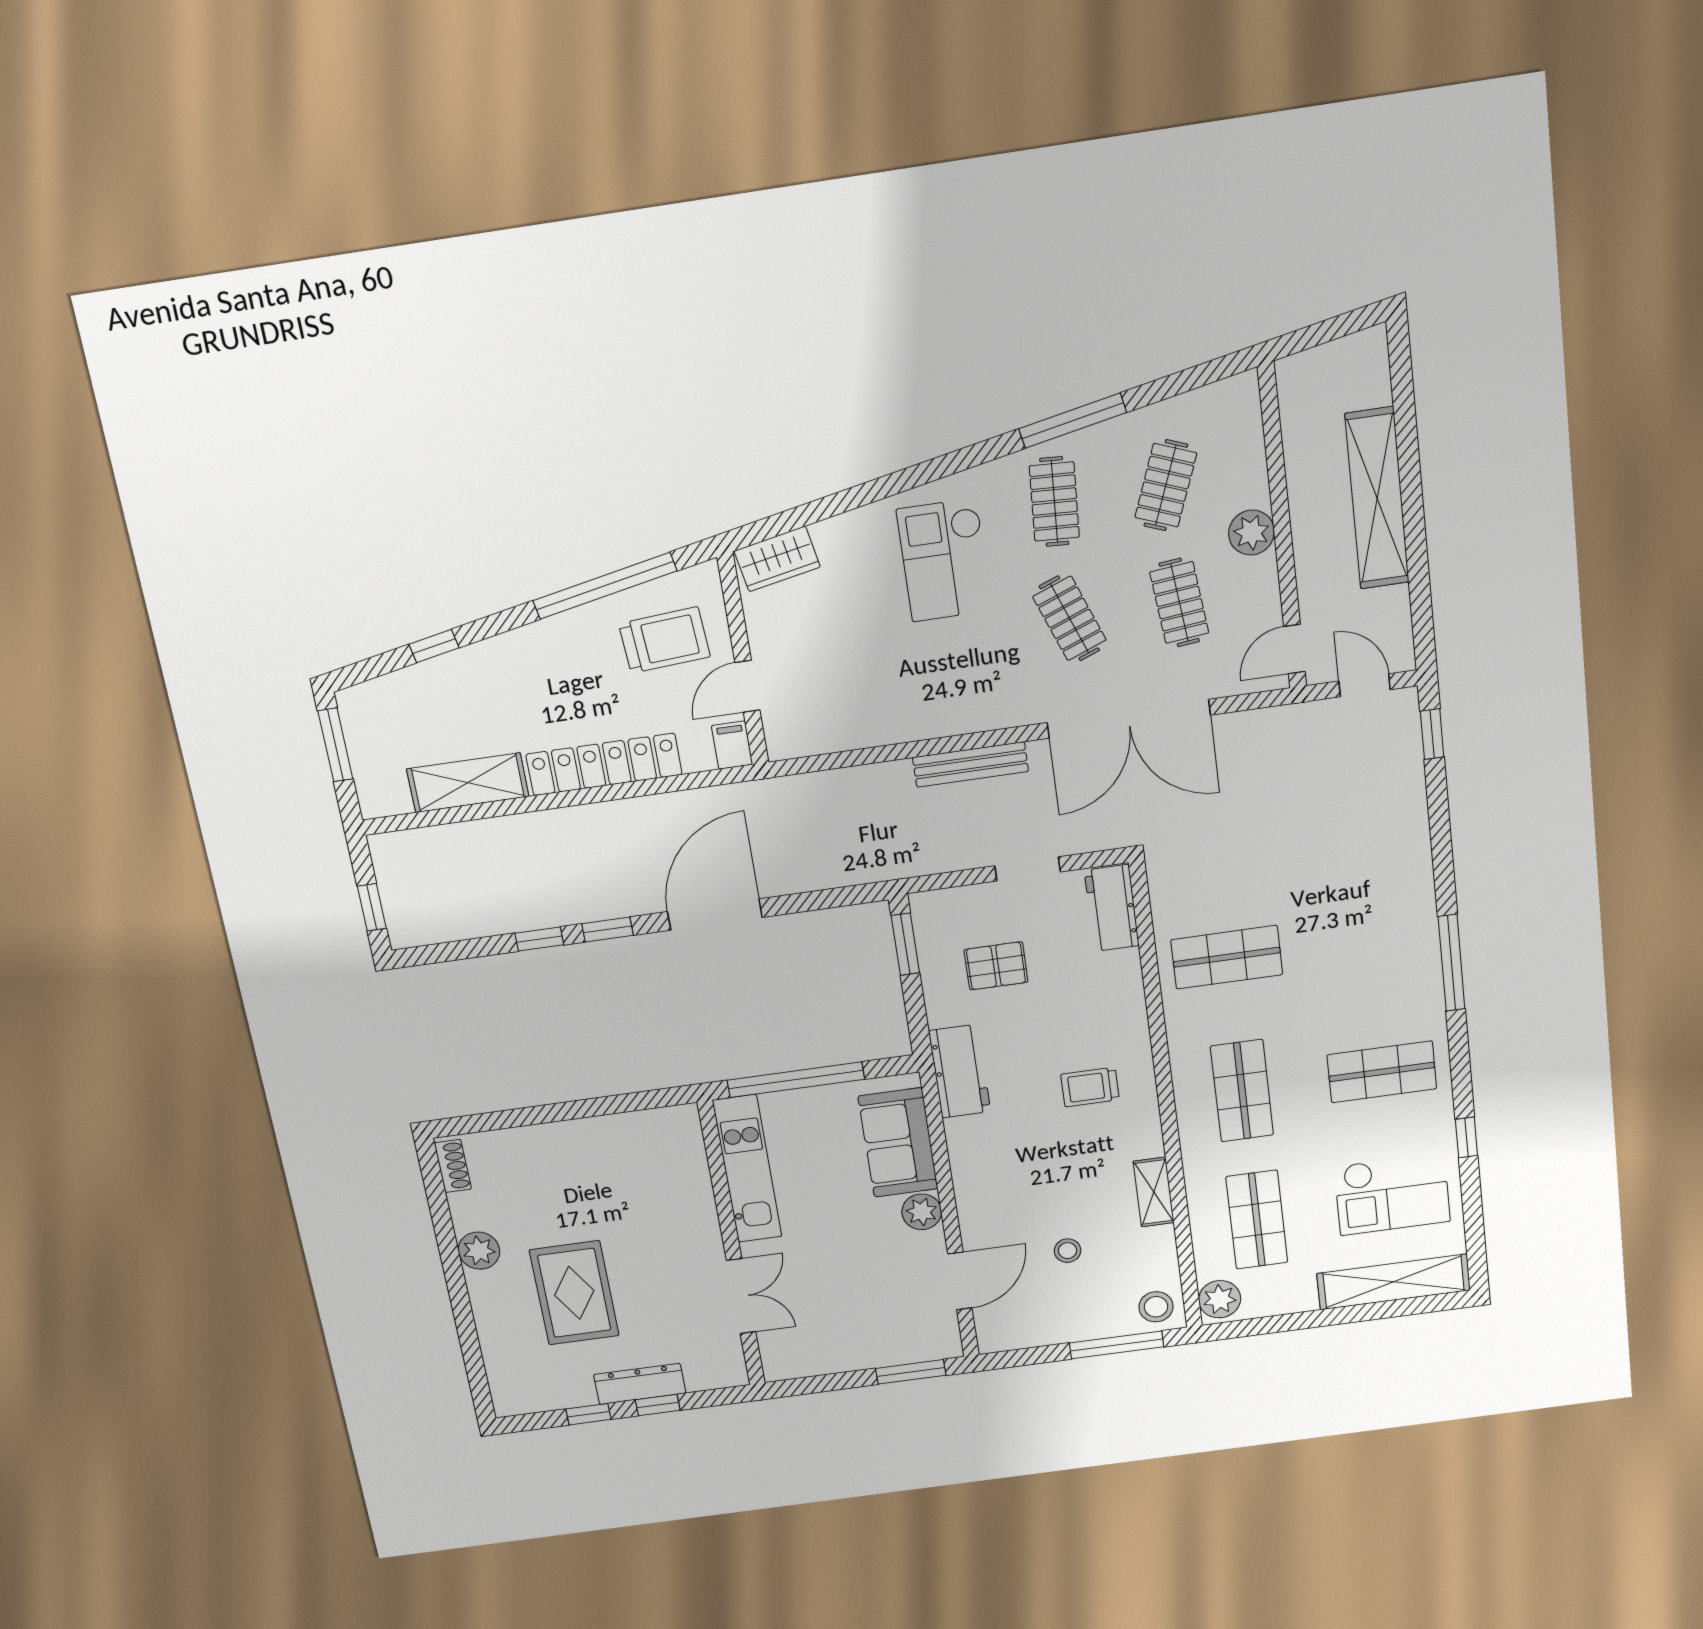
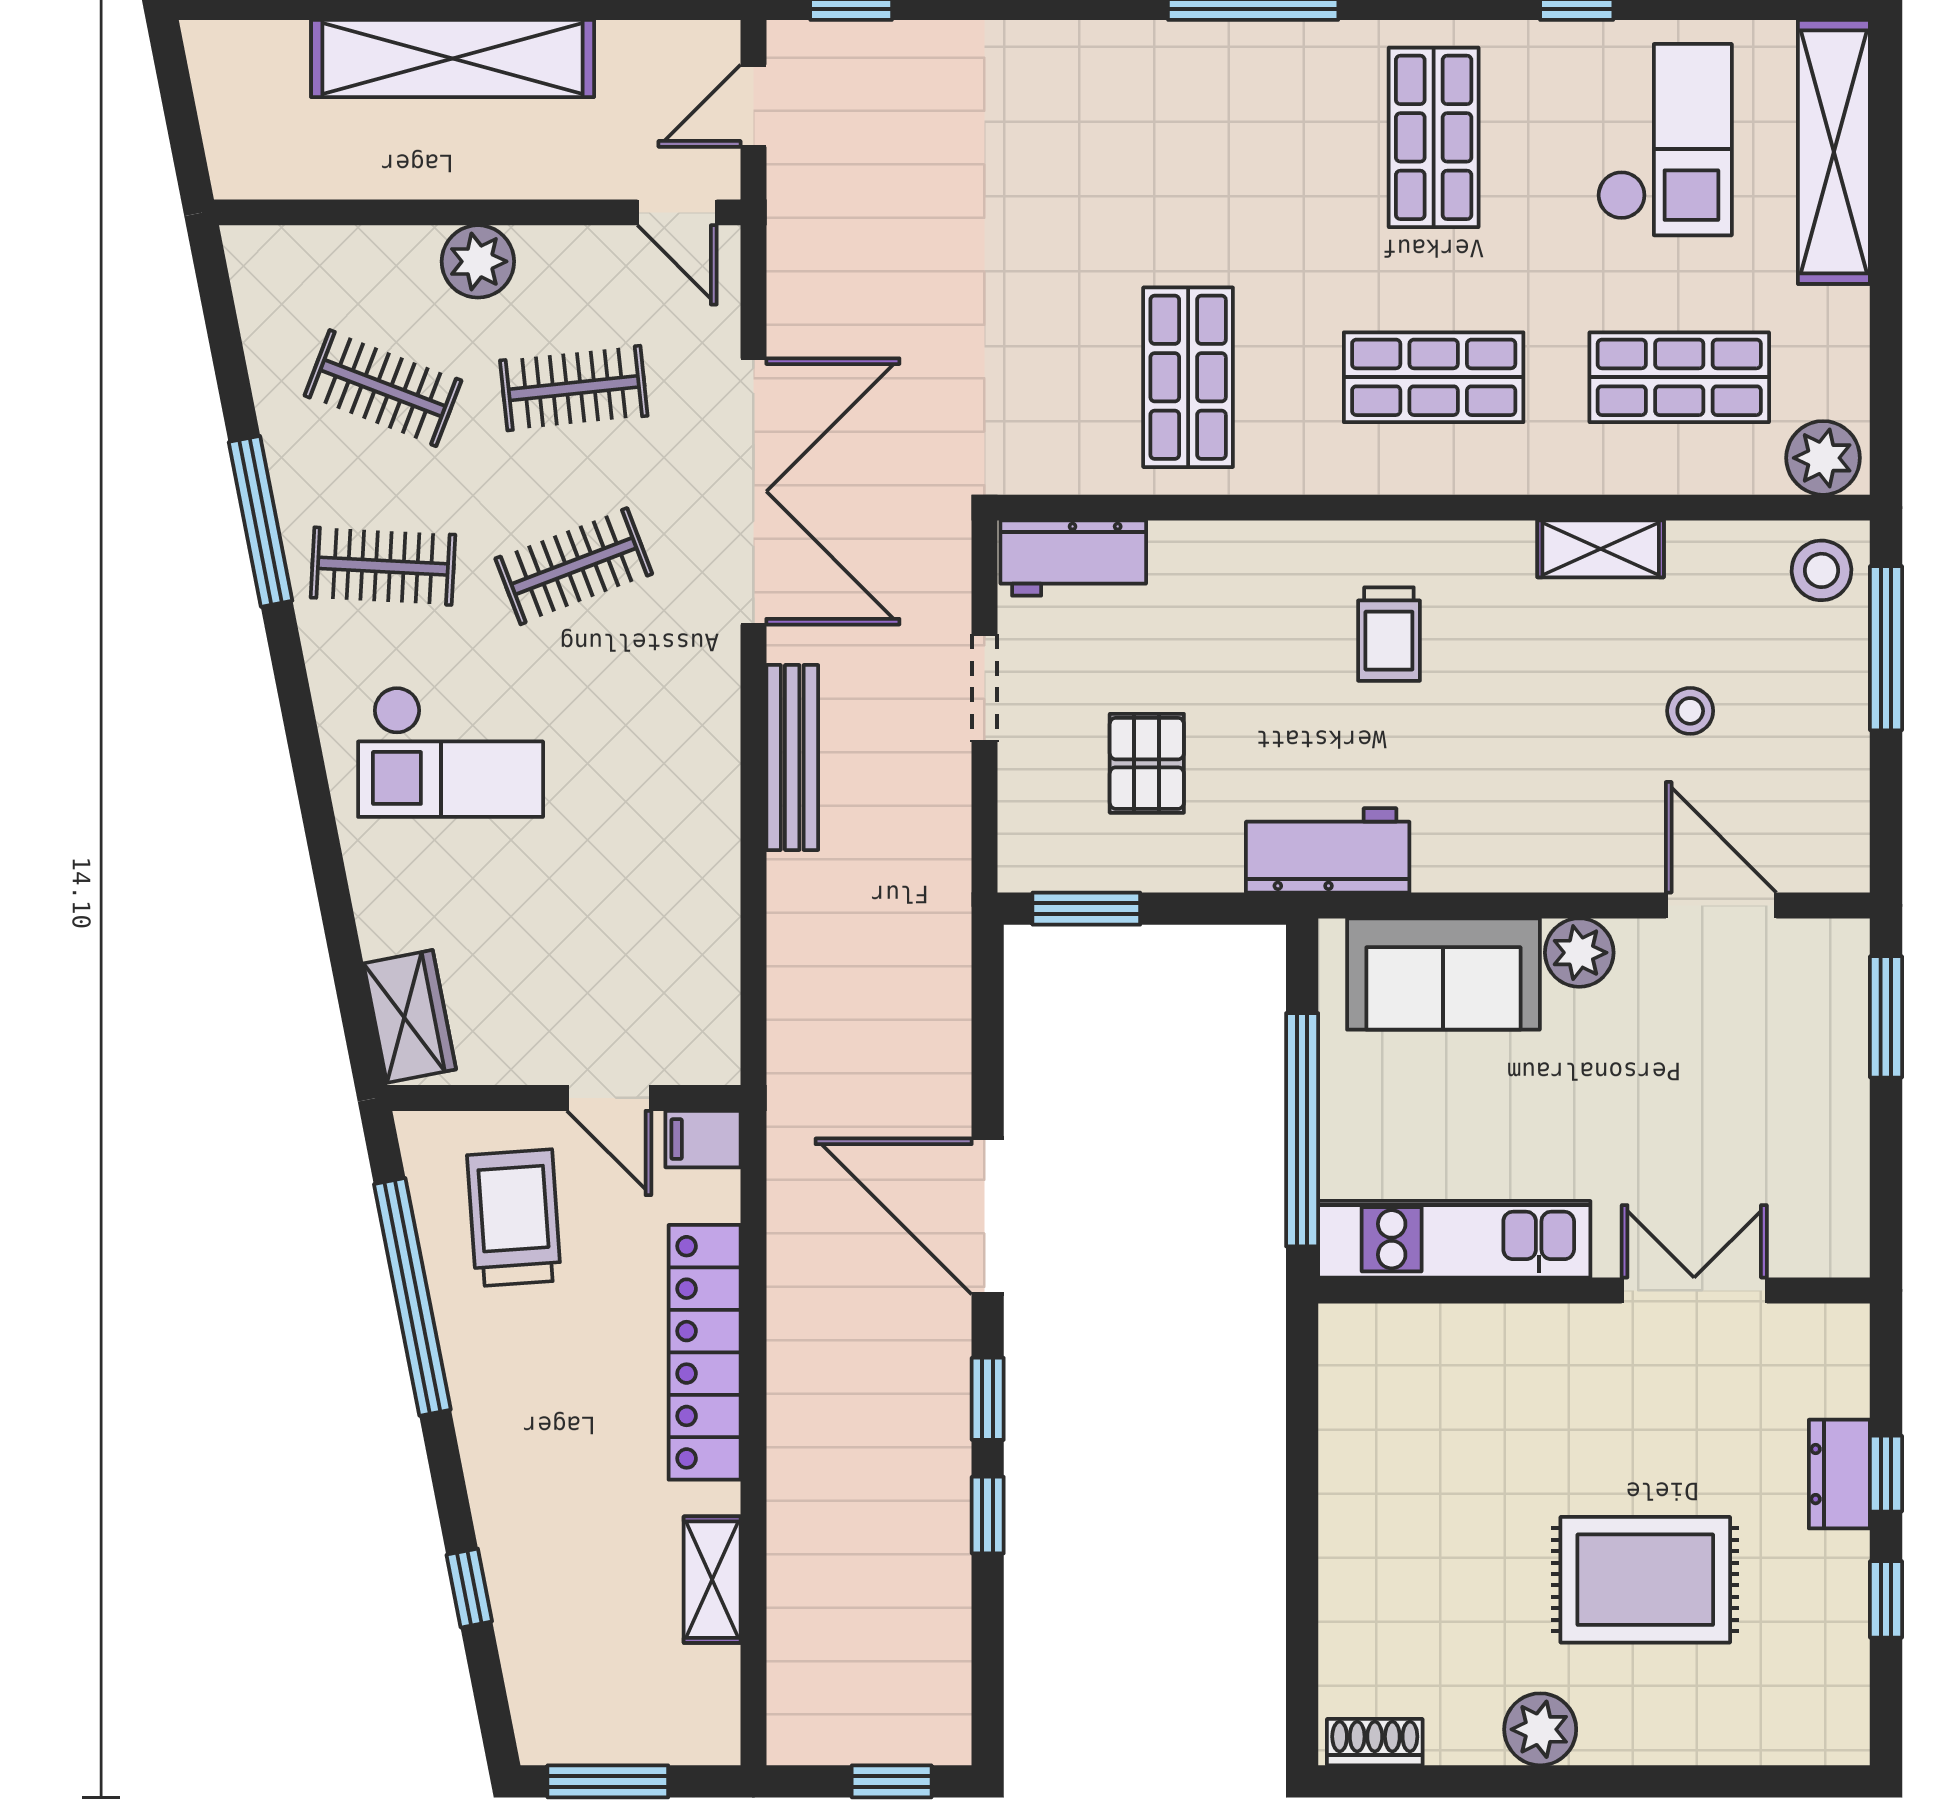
shelving: (468, 783) -> (712, 1580), width x0.67, depth x0.75
dresser: (640, 1384) -> (1839, 1474), width x0.70

